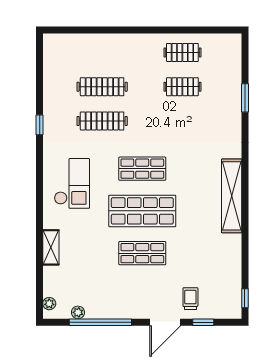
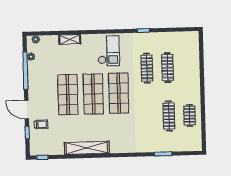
clothes rail: (182, 87) -> (169, 116), width x1.36
shop shelf: (142, 169) -> (119, 93), width x1.43, depth x1.36
checkout: (72, 183) -> (109, 51), turned -90
shelving: (232, 196) -> (87, 148), moved
shop shelf: (142, 253) -> (68, 95), width x1.43, depth x1.36

